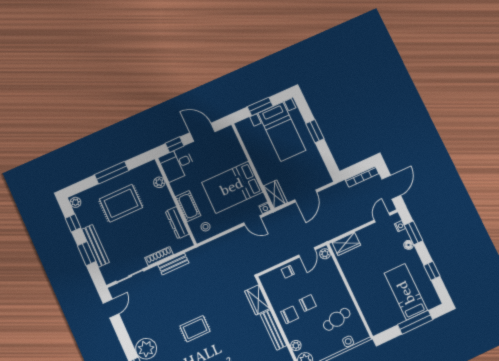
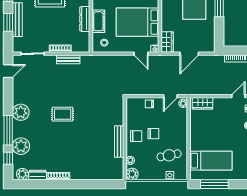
dresser: (177, 223) -> (85, 19), moved
bed: (406, 292) -> (211, 161), moved, turned 90
wardrobe: (257, 300) -> (117, 114), removed
window: (415, 322) -> (214, 184), moved

